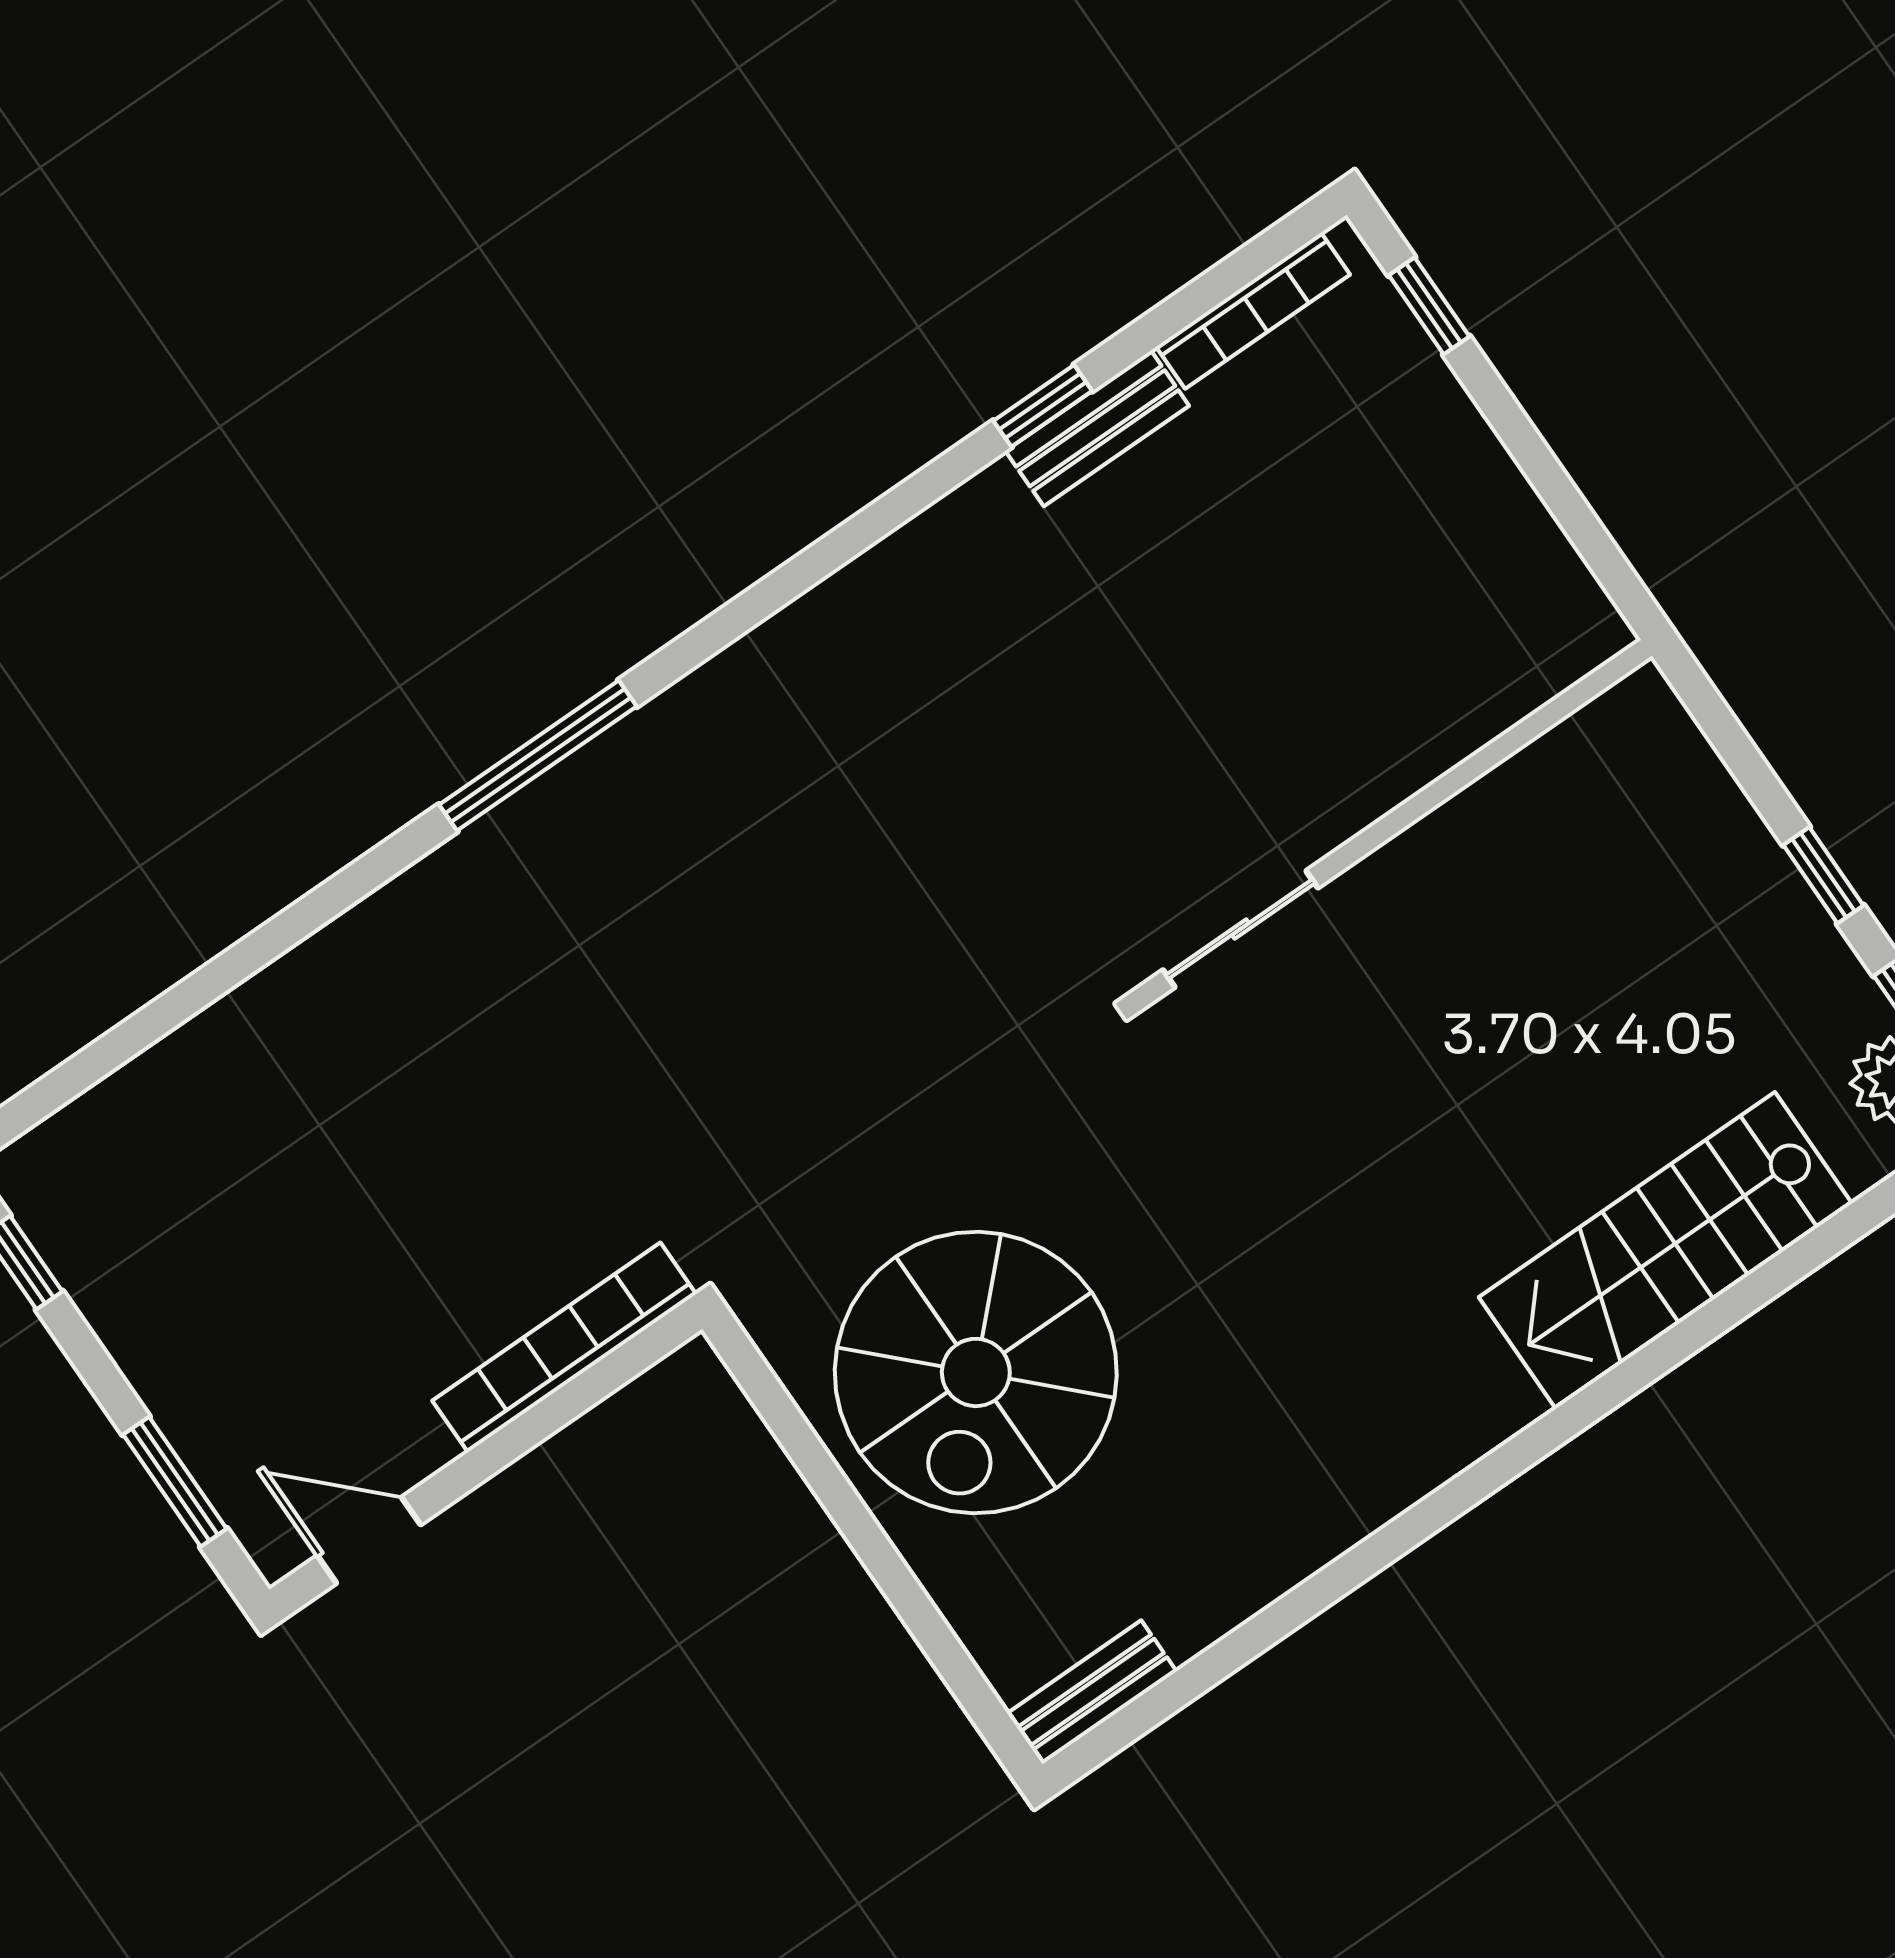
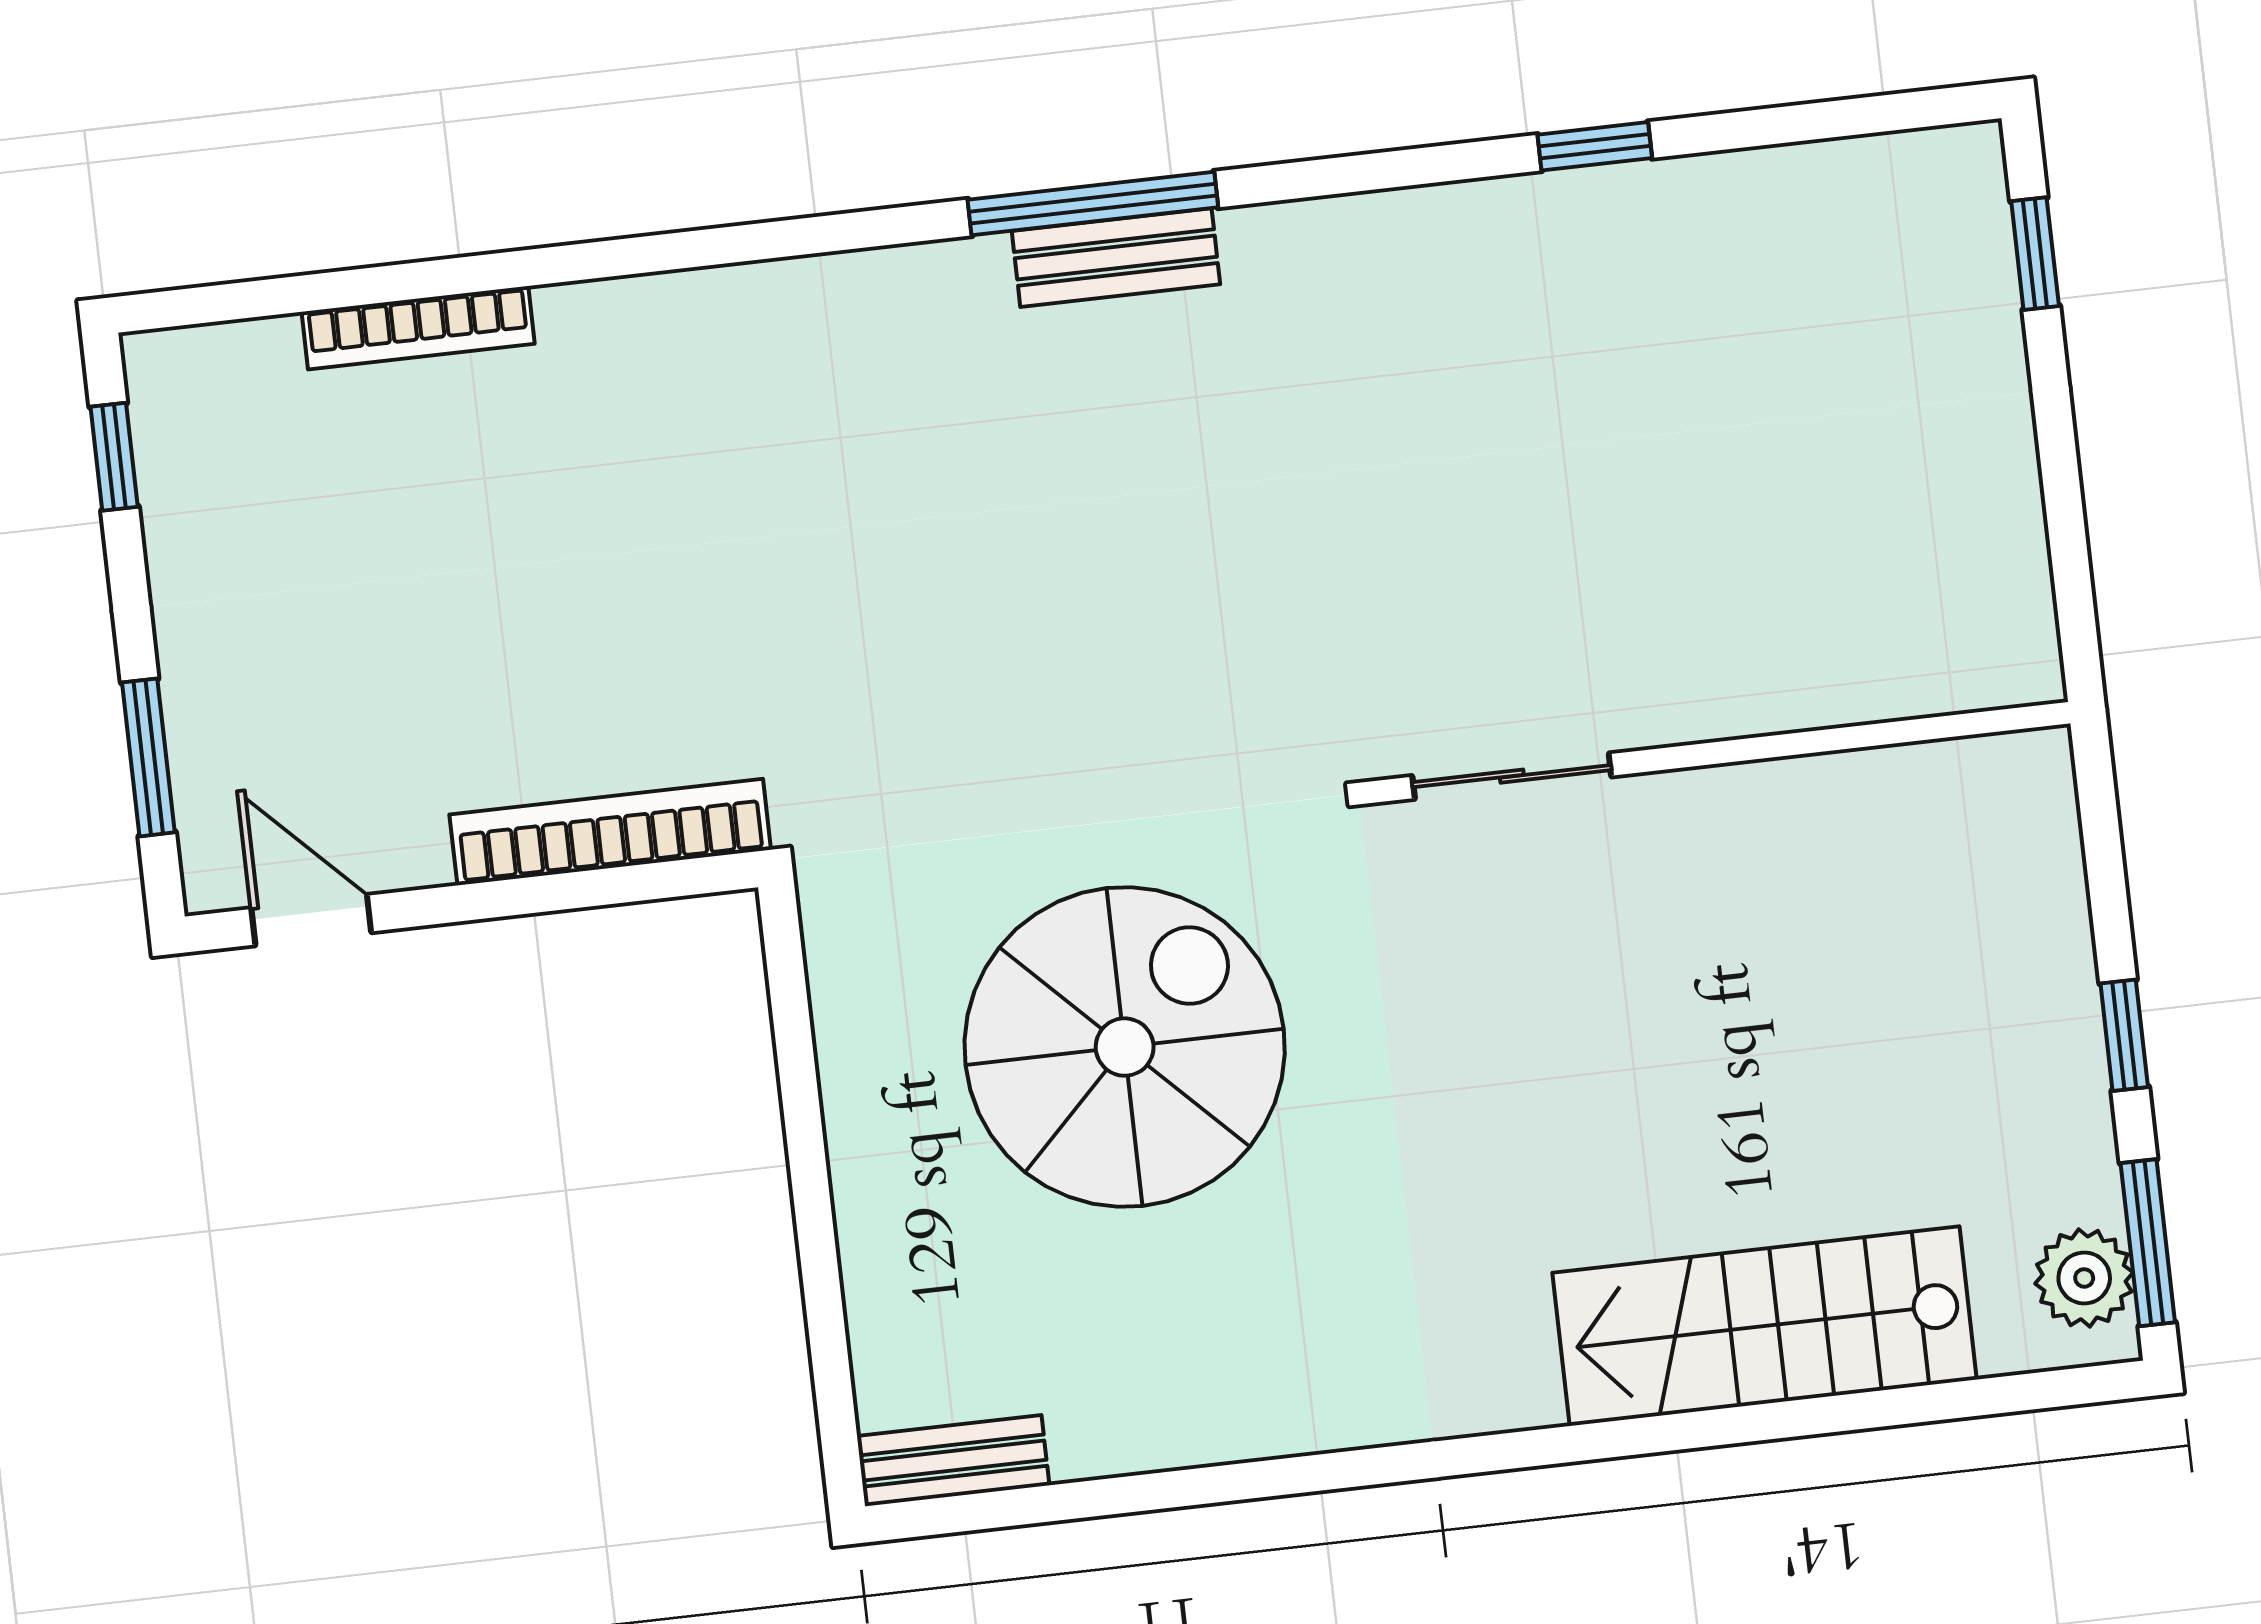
bookcase: (1253, 311) -> (418, 328), moved
bench: (1097, 428) -> (1116, 258), moved
window: (538, 755) -> (1093, 204), moved
spiral stairs: (976, 1372) -> (1125, 1047), moved, turned 180

